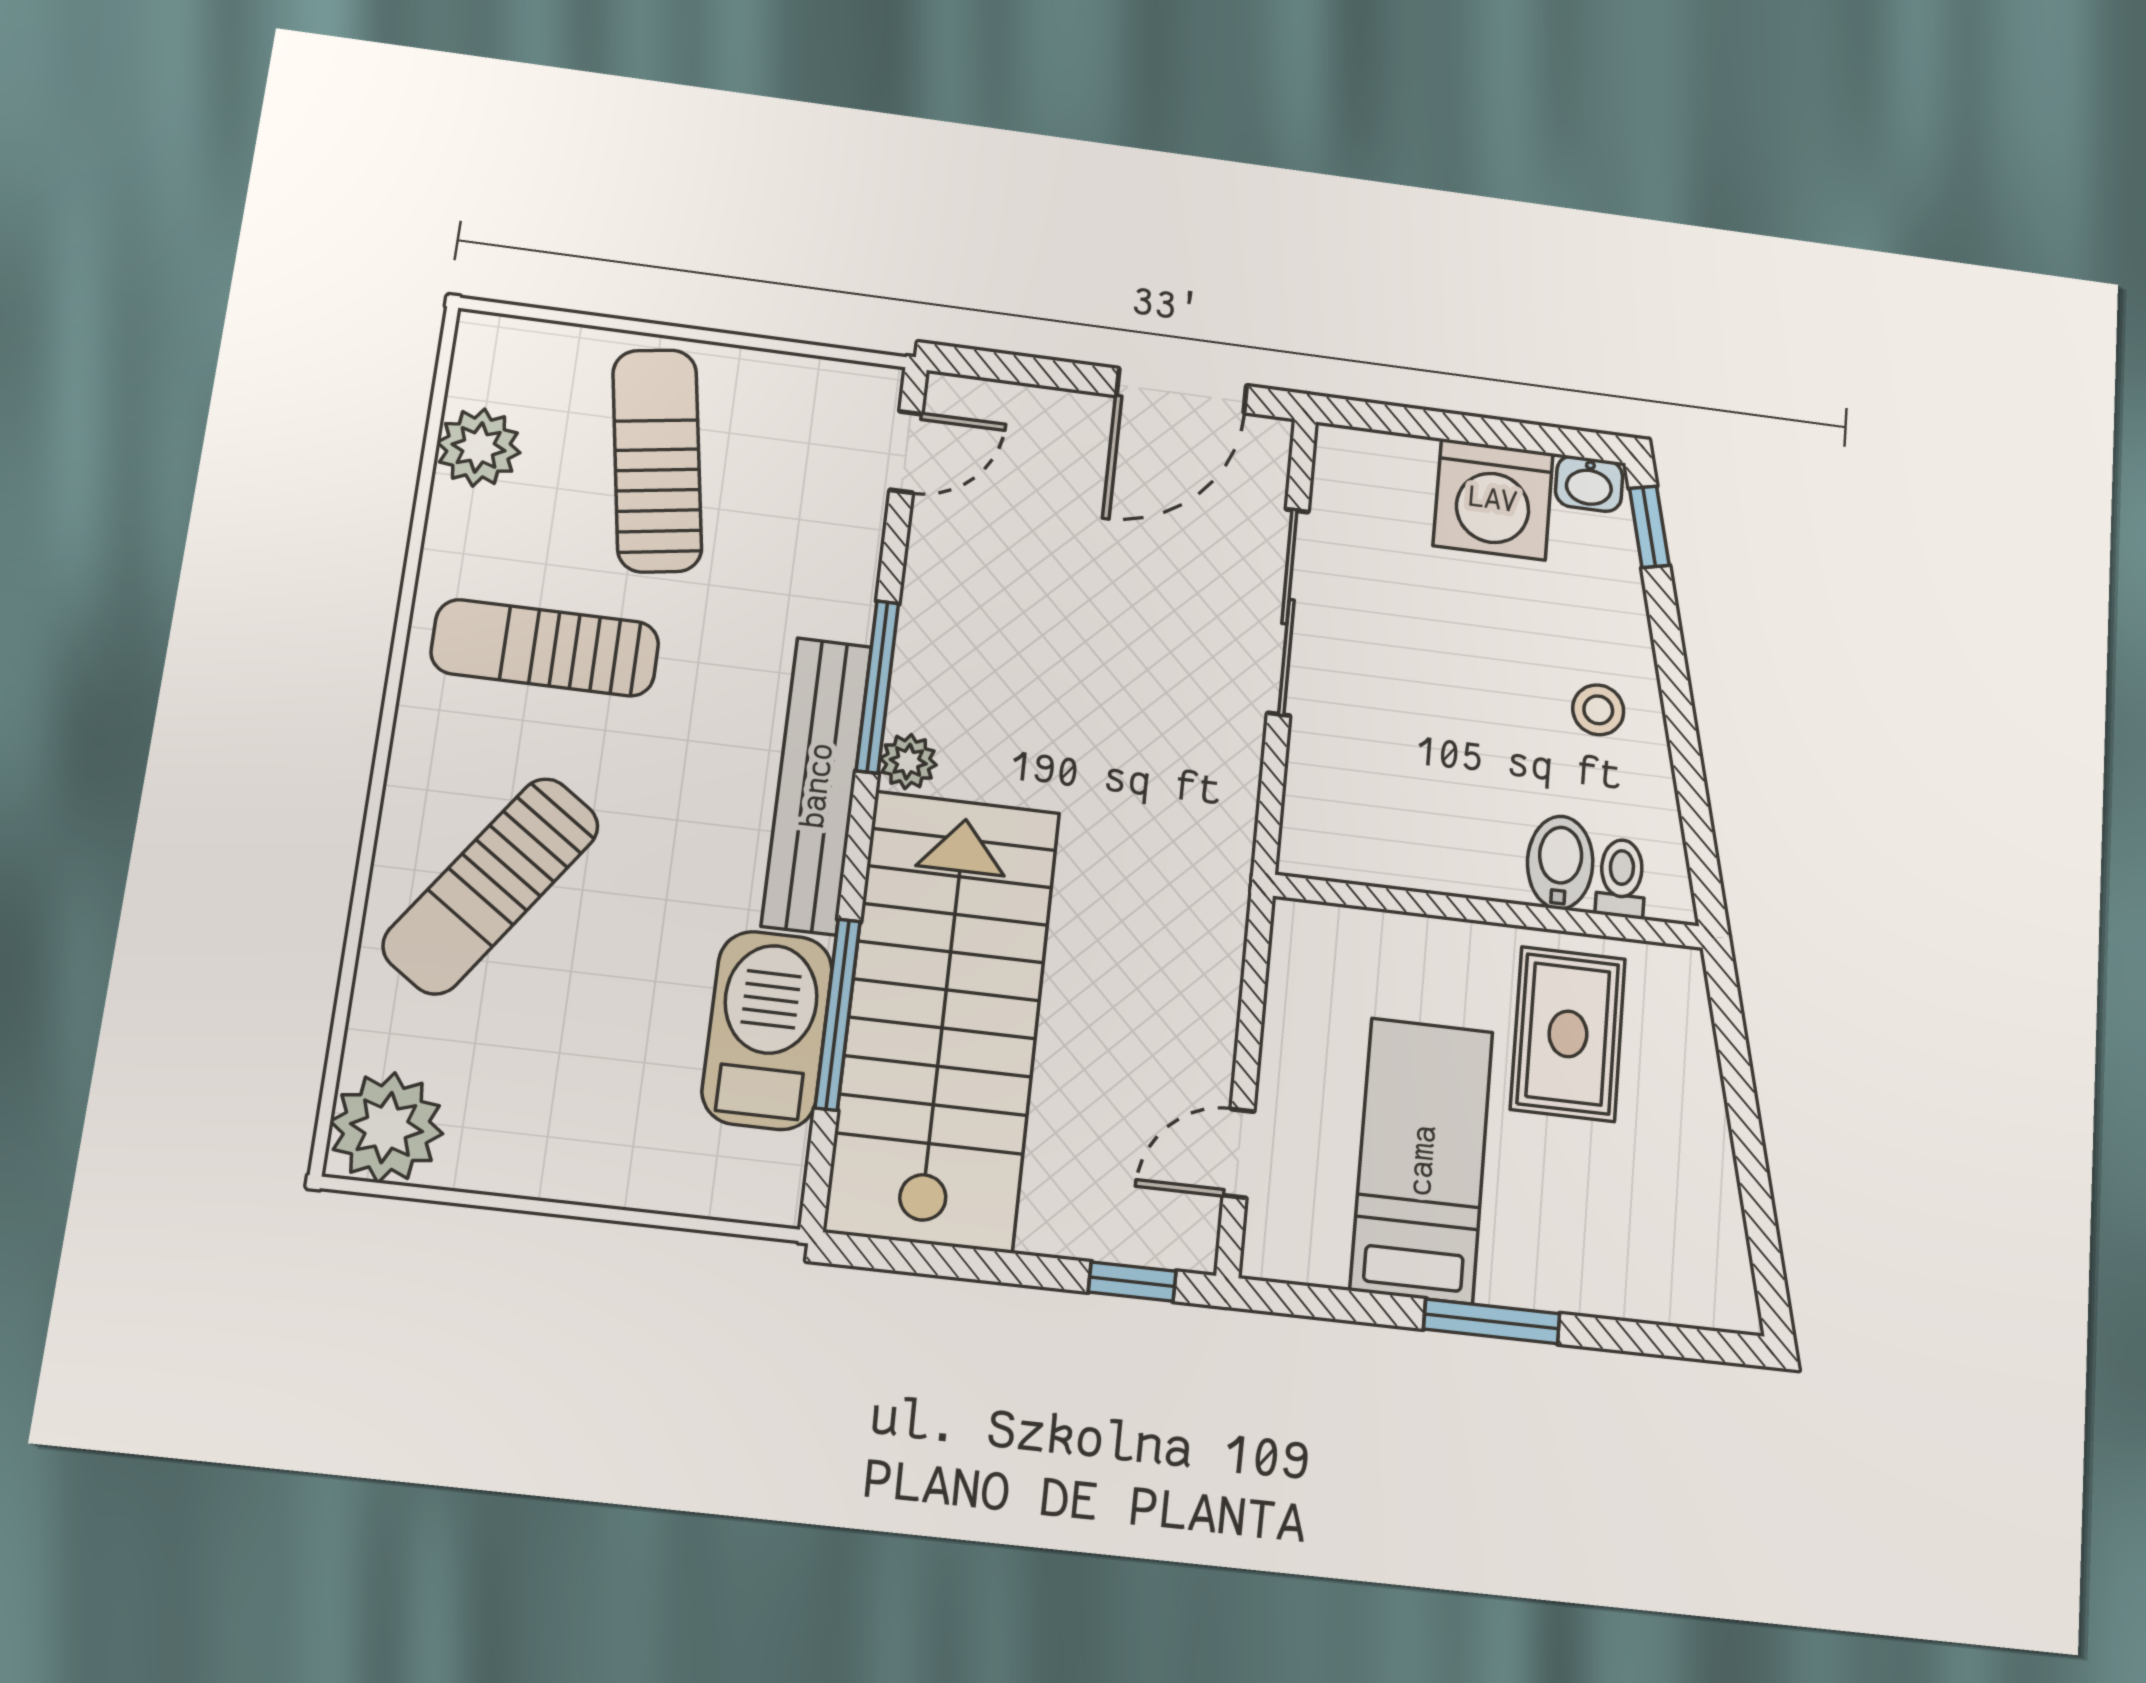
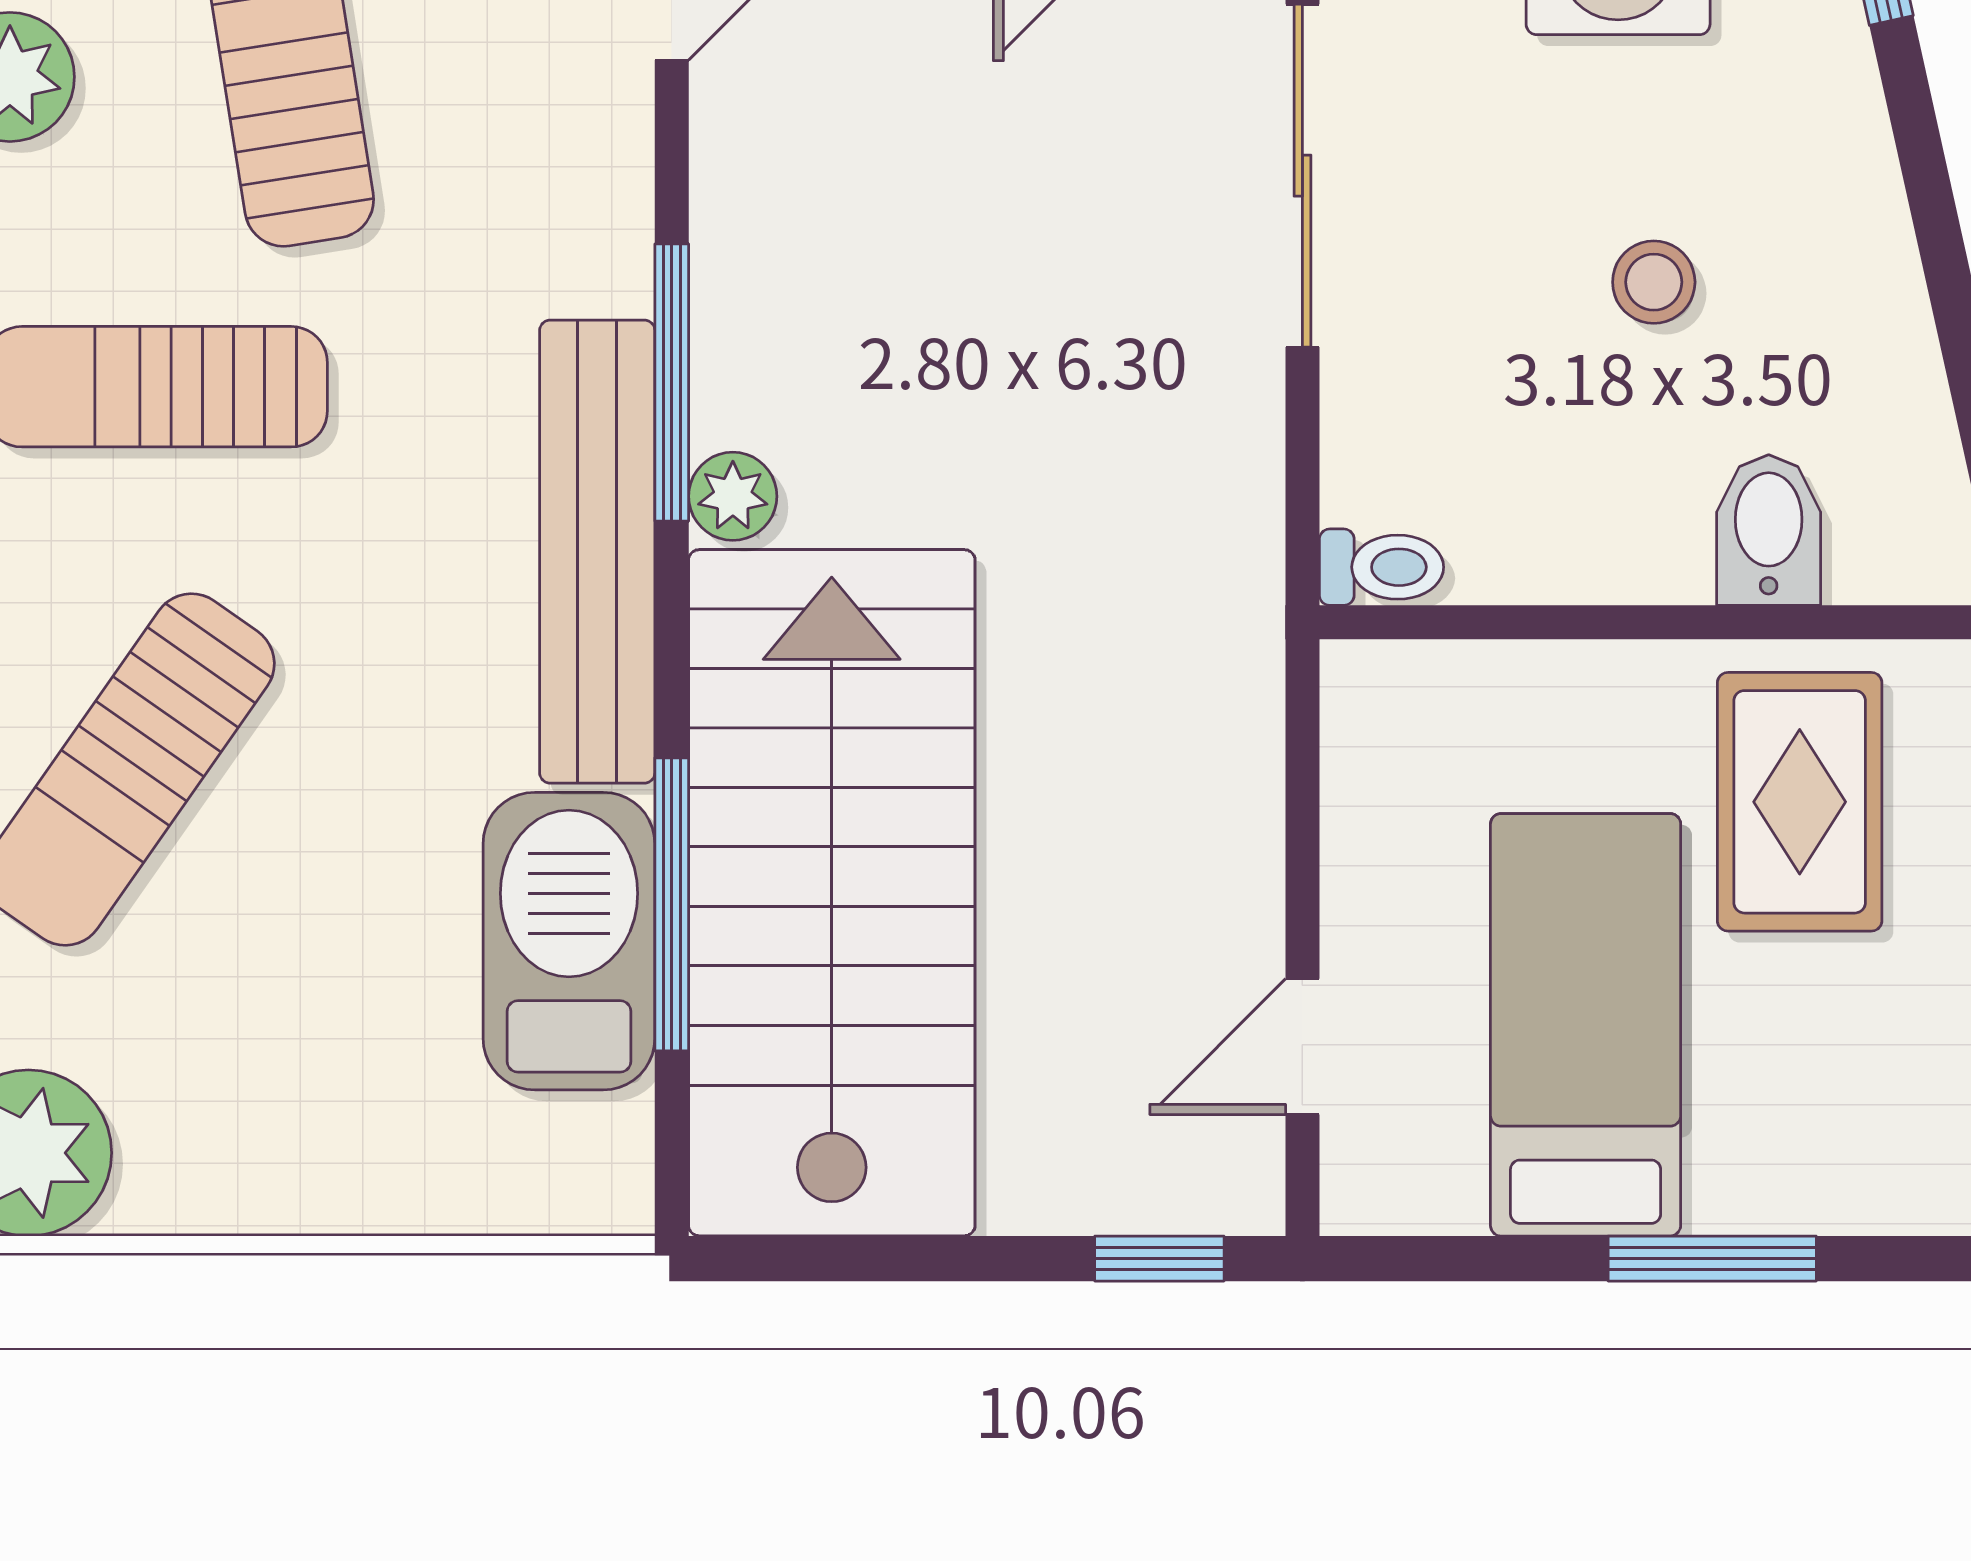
stool: (1598, 710) -> (1654, 282), moved
toilet: (1621, 878) -> (1382, 567), moved, turned 90

